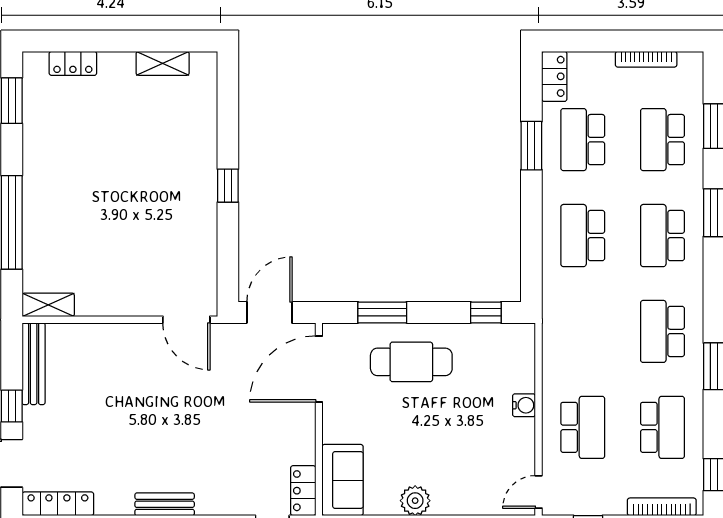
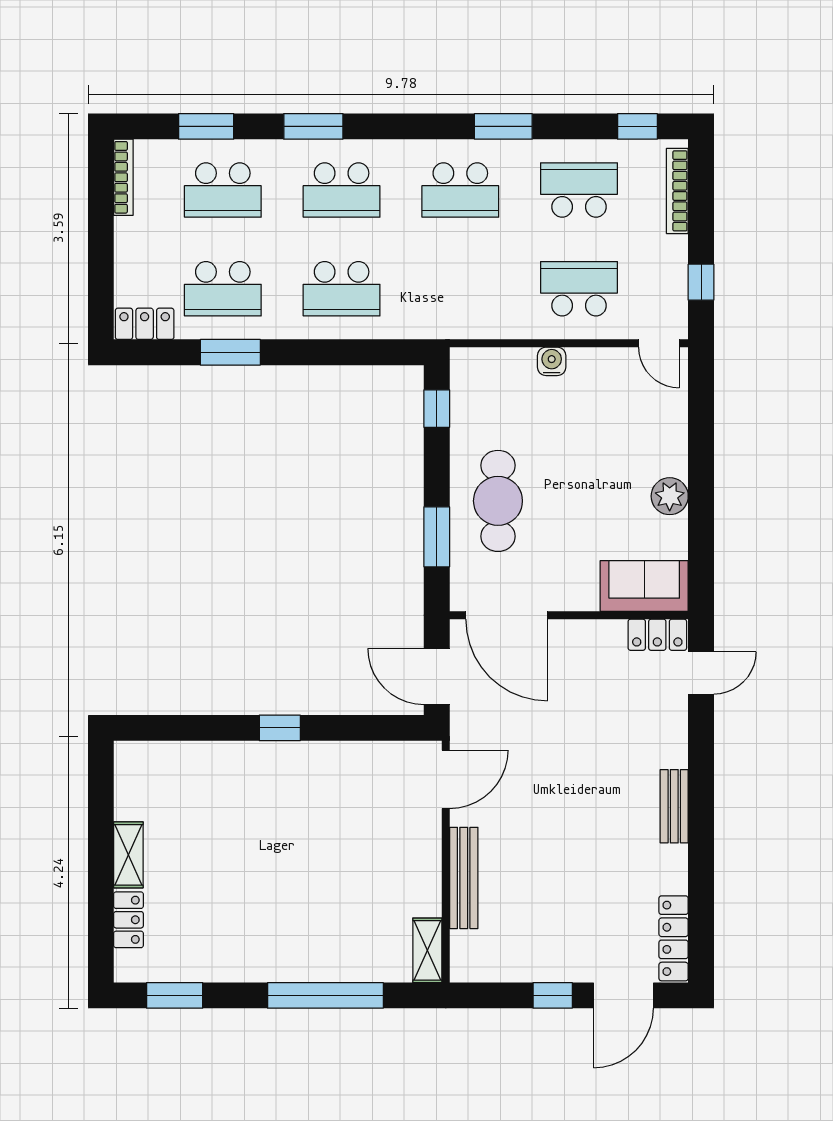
bookcase: (646, 59) -> (123, 177), moved
shelving: (163, 63) -> (128, 855), moved
bench: (34, 364) -> (464, 878), moved, turned 90

